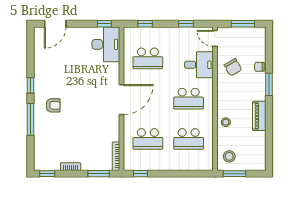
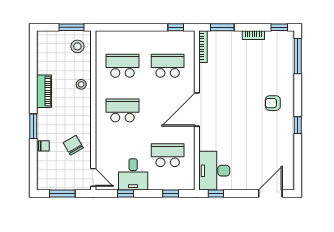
desk: (199, 65) -> (133, 174), moved, turned -90
window: (31, 119) -> (298, 56), moved

